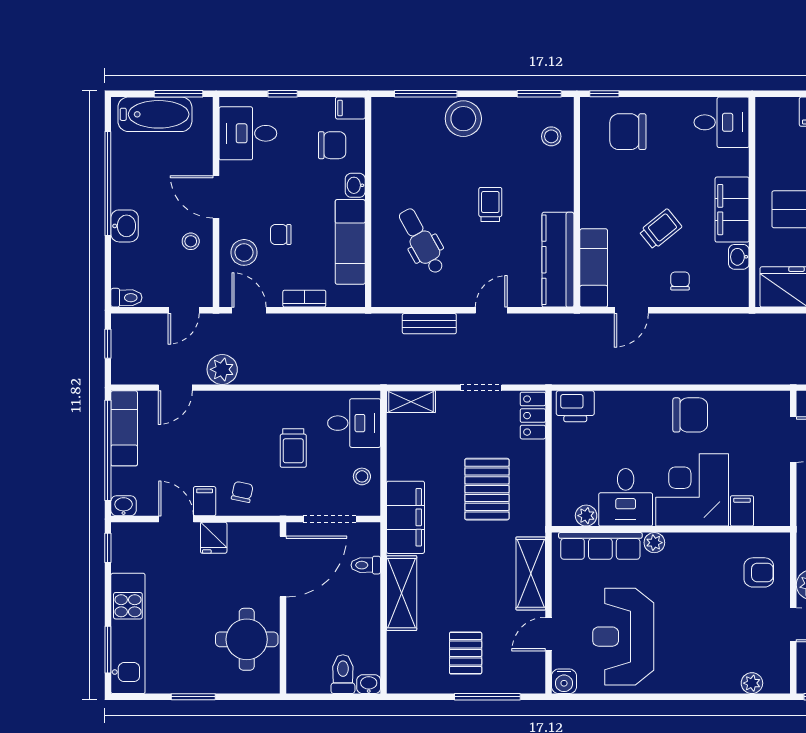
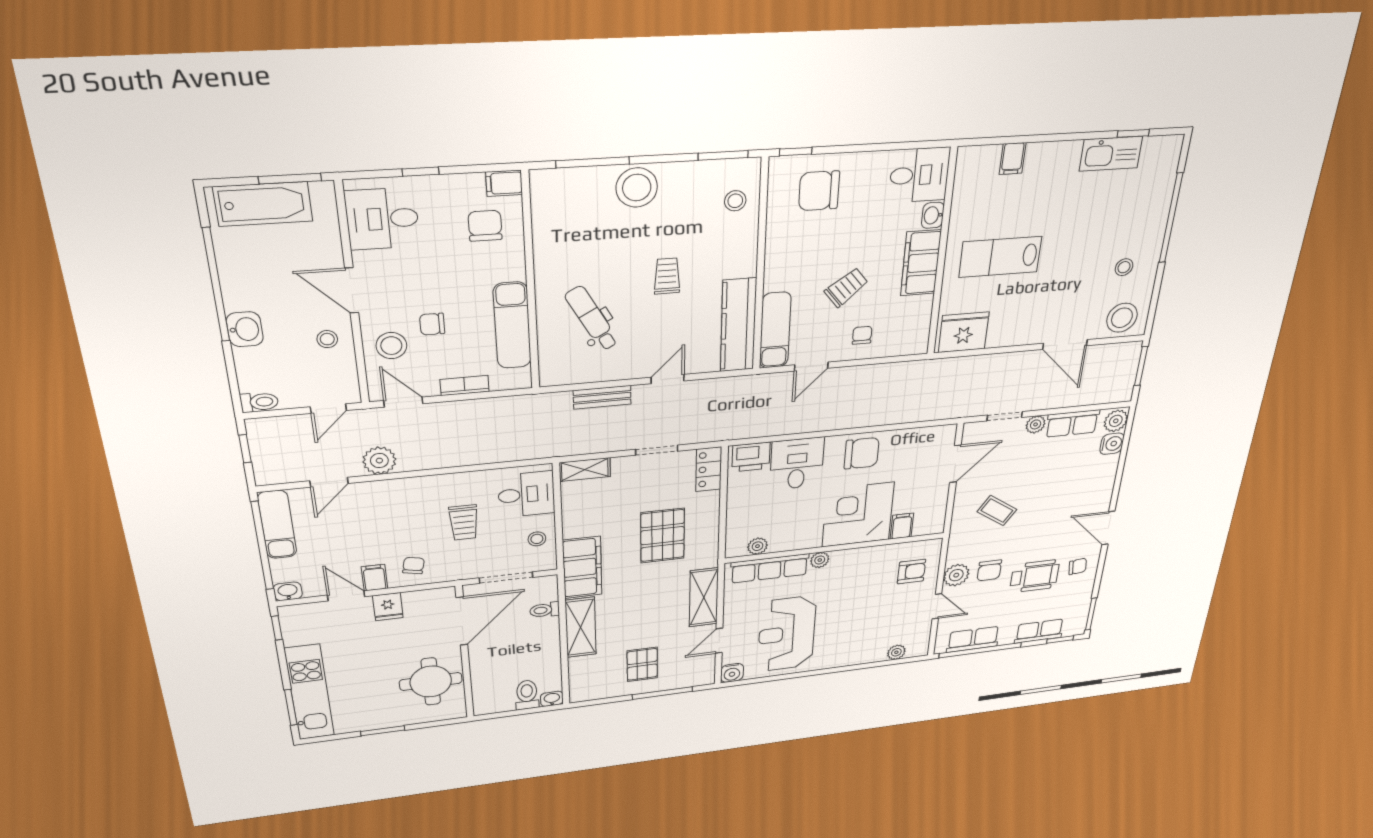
chair: (332, 145) -> (485, 226), turned -90
washbasin: (355, 185) -> (515, 267), removed
washbasin: (739, 257) -> (933, 215), moved
desk: (626, 497) -> (797, 464), moved, turned 180

